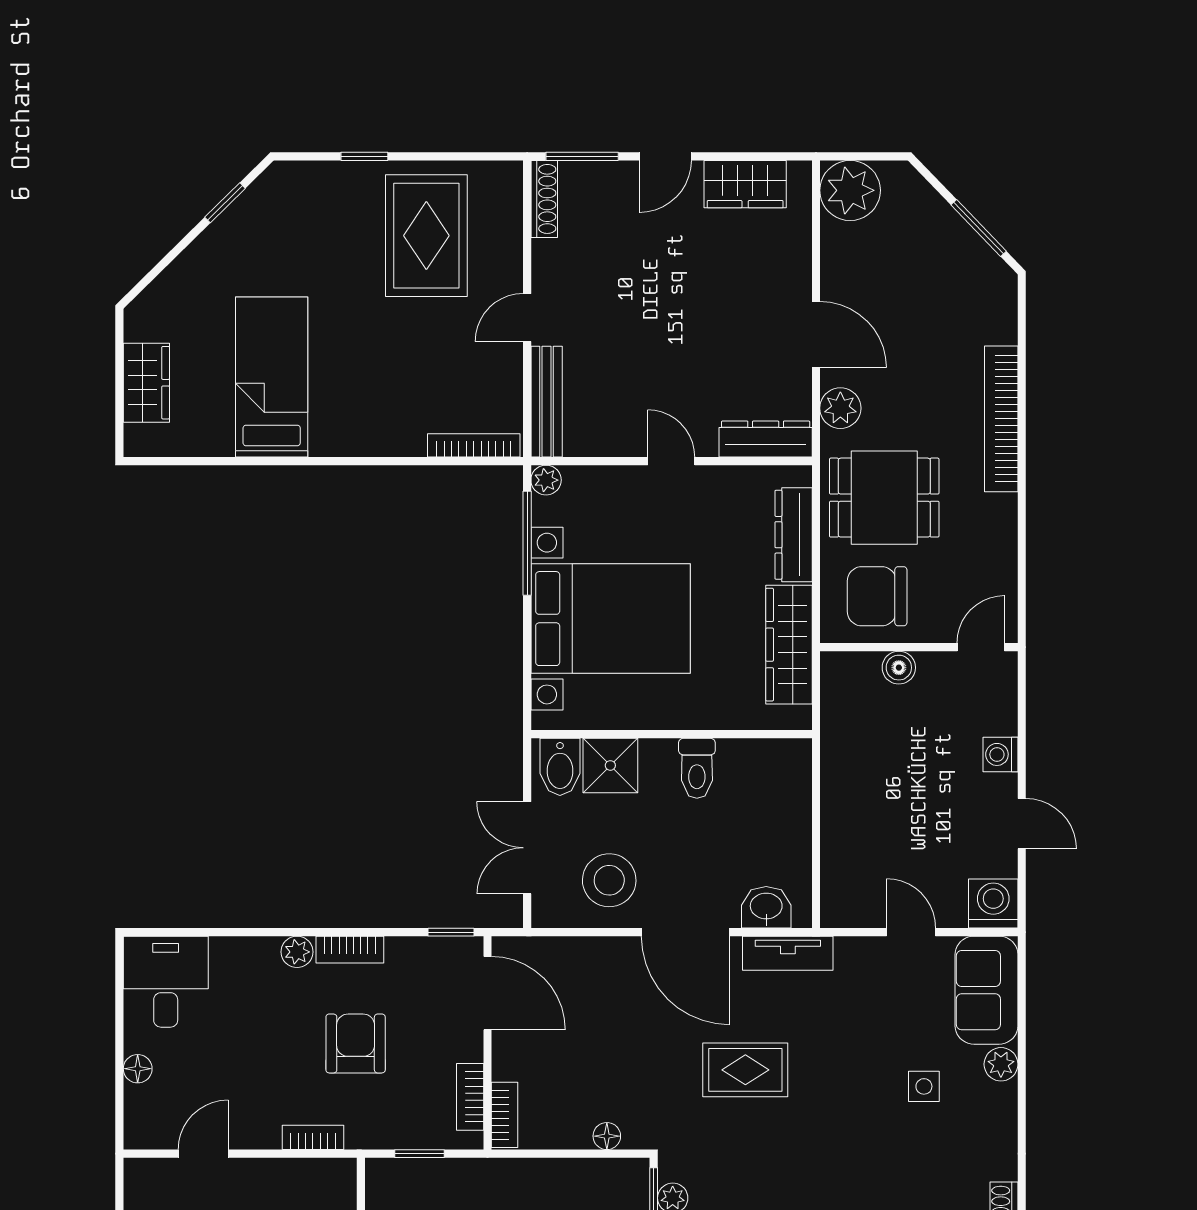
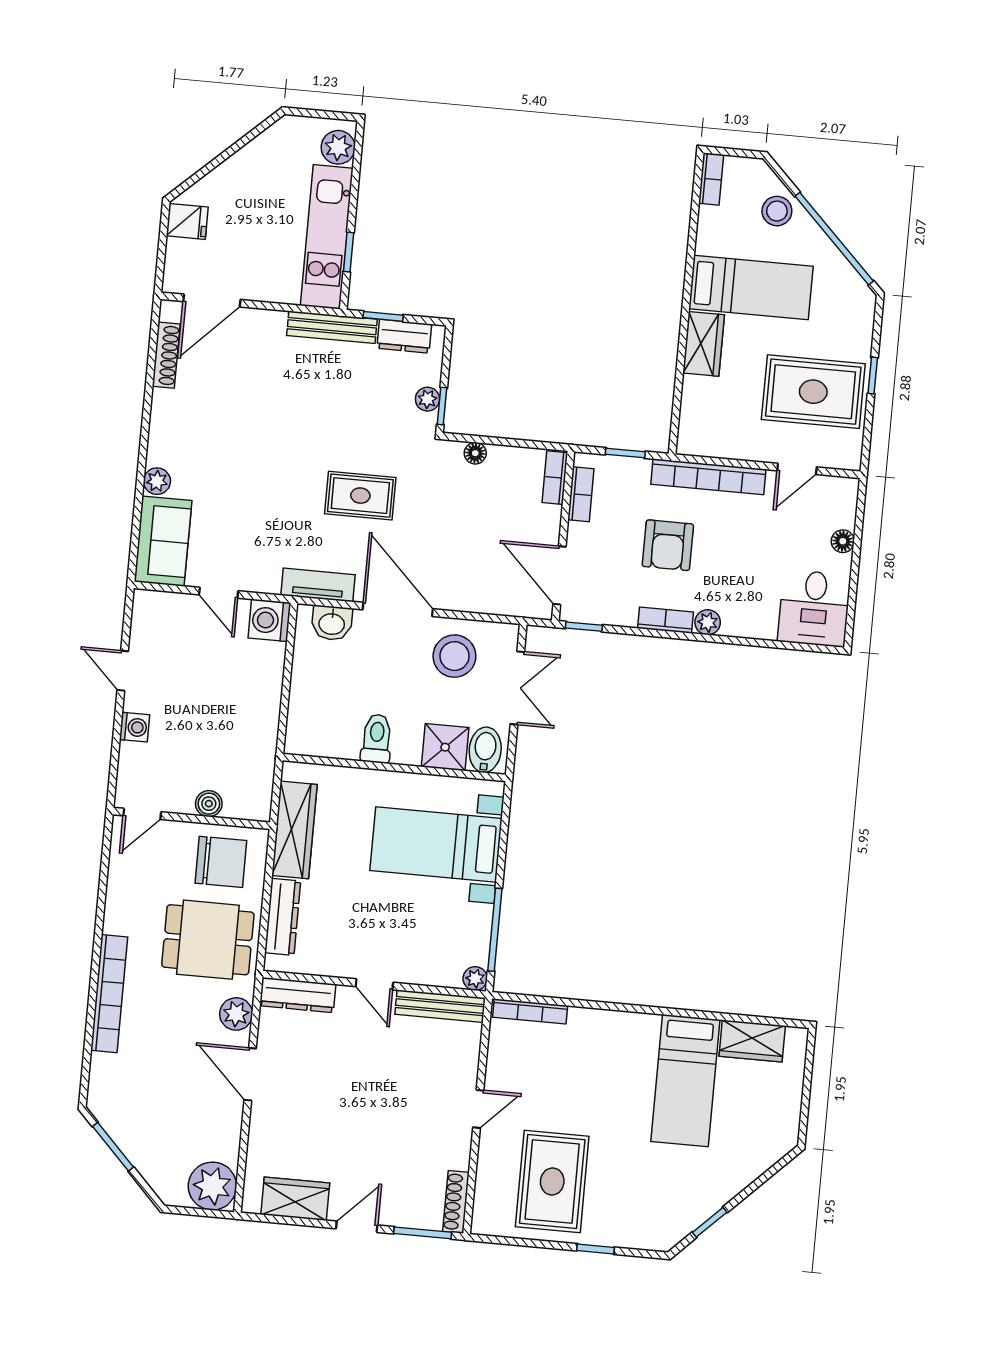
wardrobe: (146, 383) -> (752, 1041), moved, turned -90
bench: (547, 402) -> (440, 1006), moved, turned 90
bed with nightstands: (611, 619) -> (436, 845), width x0.73
washing machine: (993, 904) -> (269, 620), moved, turned 90
side table: (924, 1086) -> (220, 469), removed
bookcase: (313, 1137) -> (708, 477), width x2.31, depth x1.31

